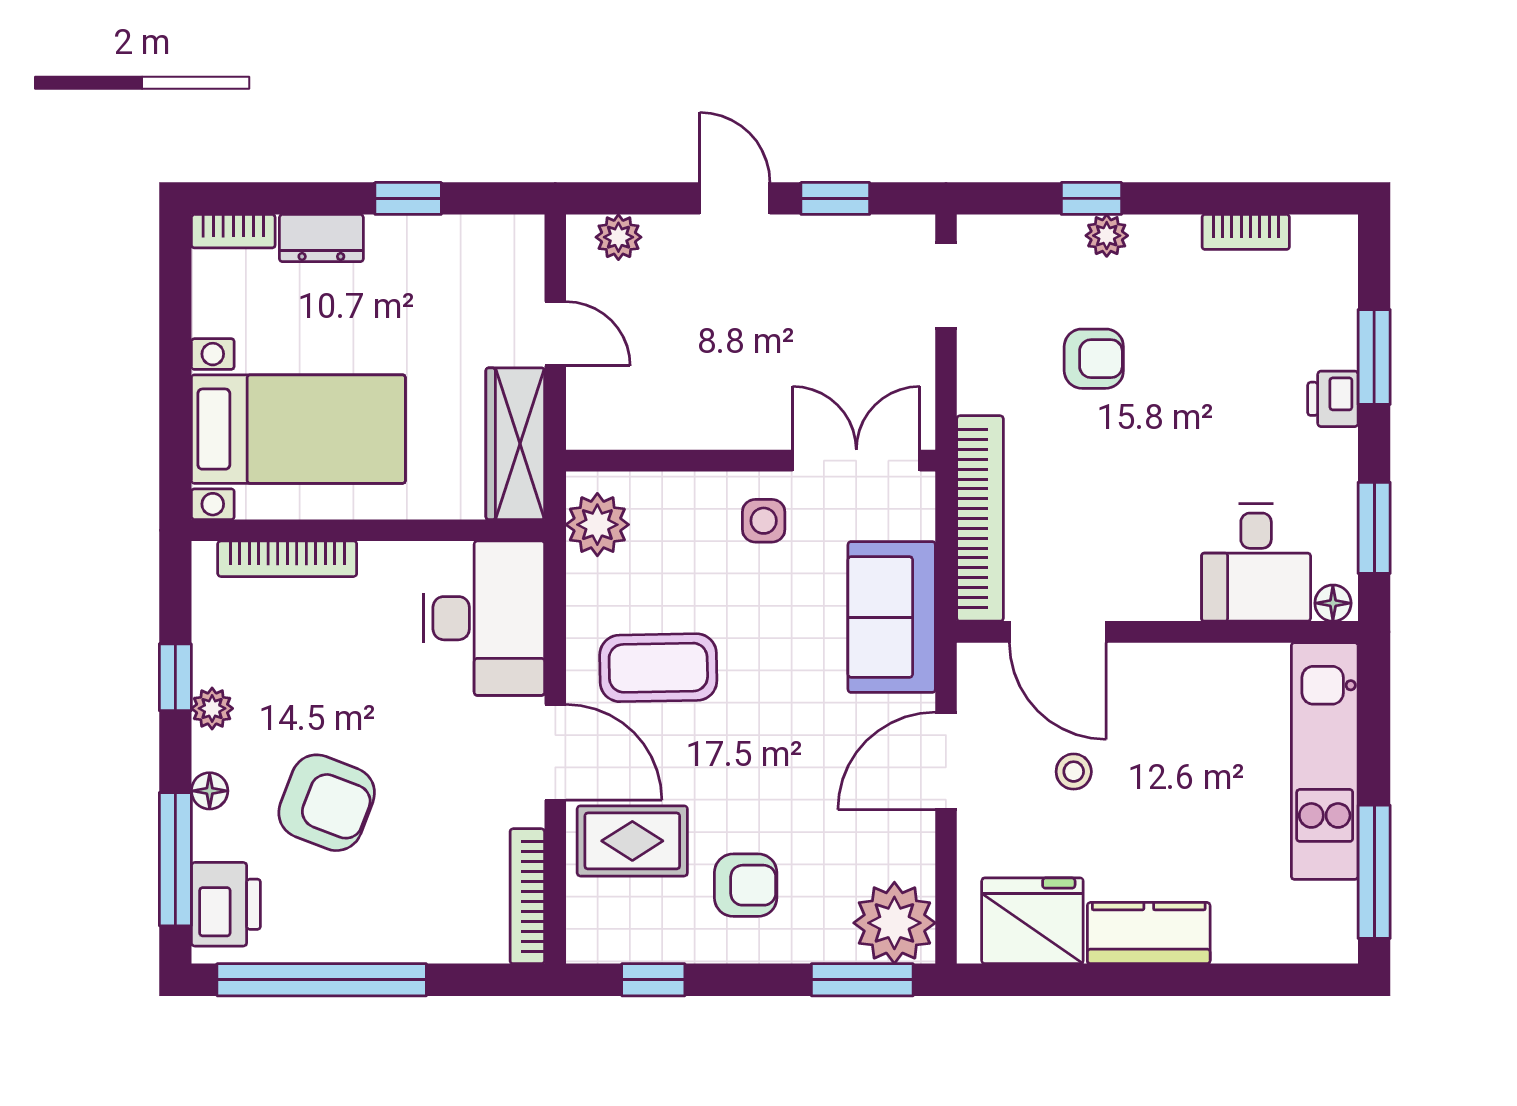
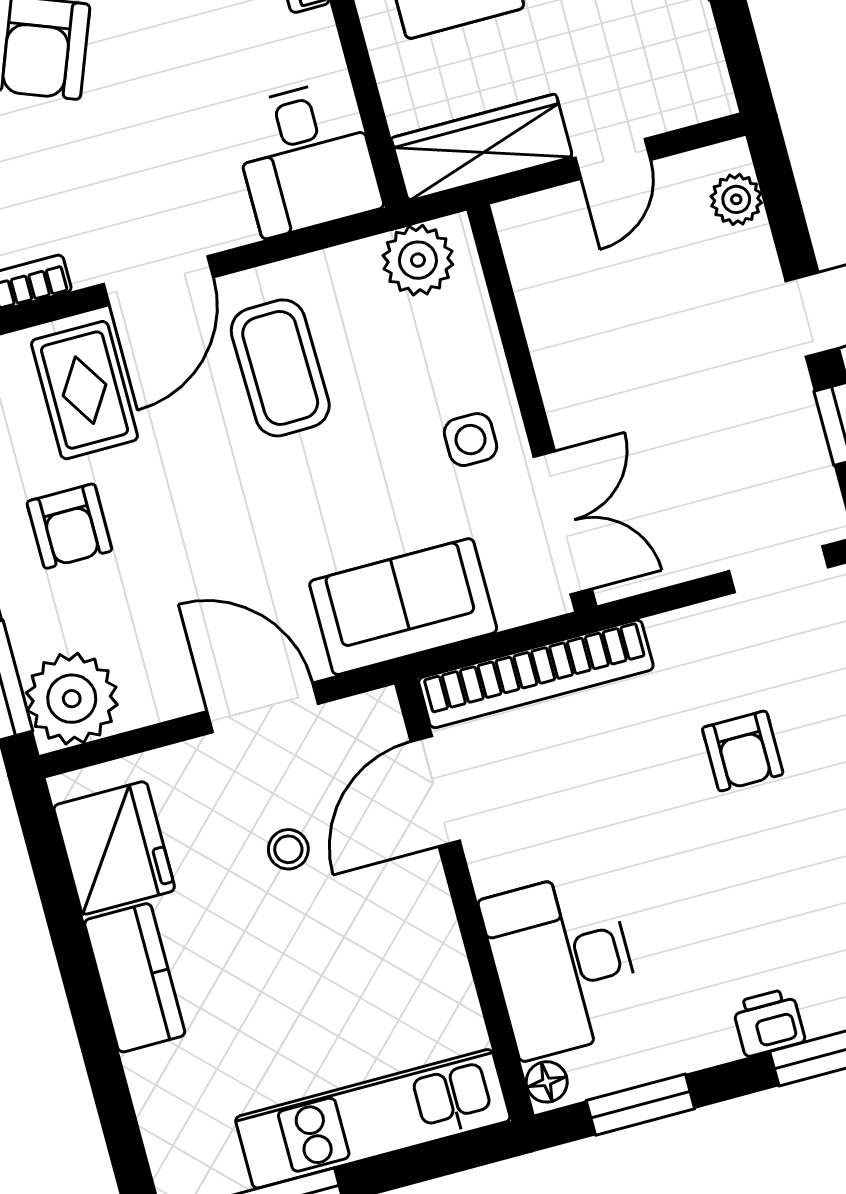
desk: (1256, 562) -> (563, 964), width x1.37
desk: (484, 618) -> (306, 158), width x0.73

